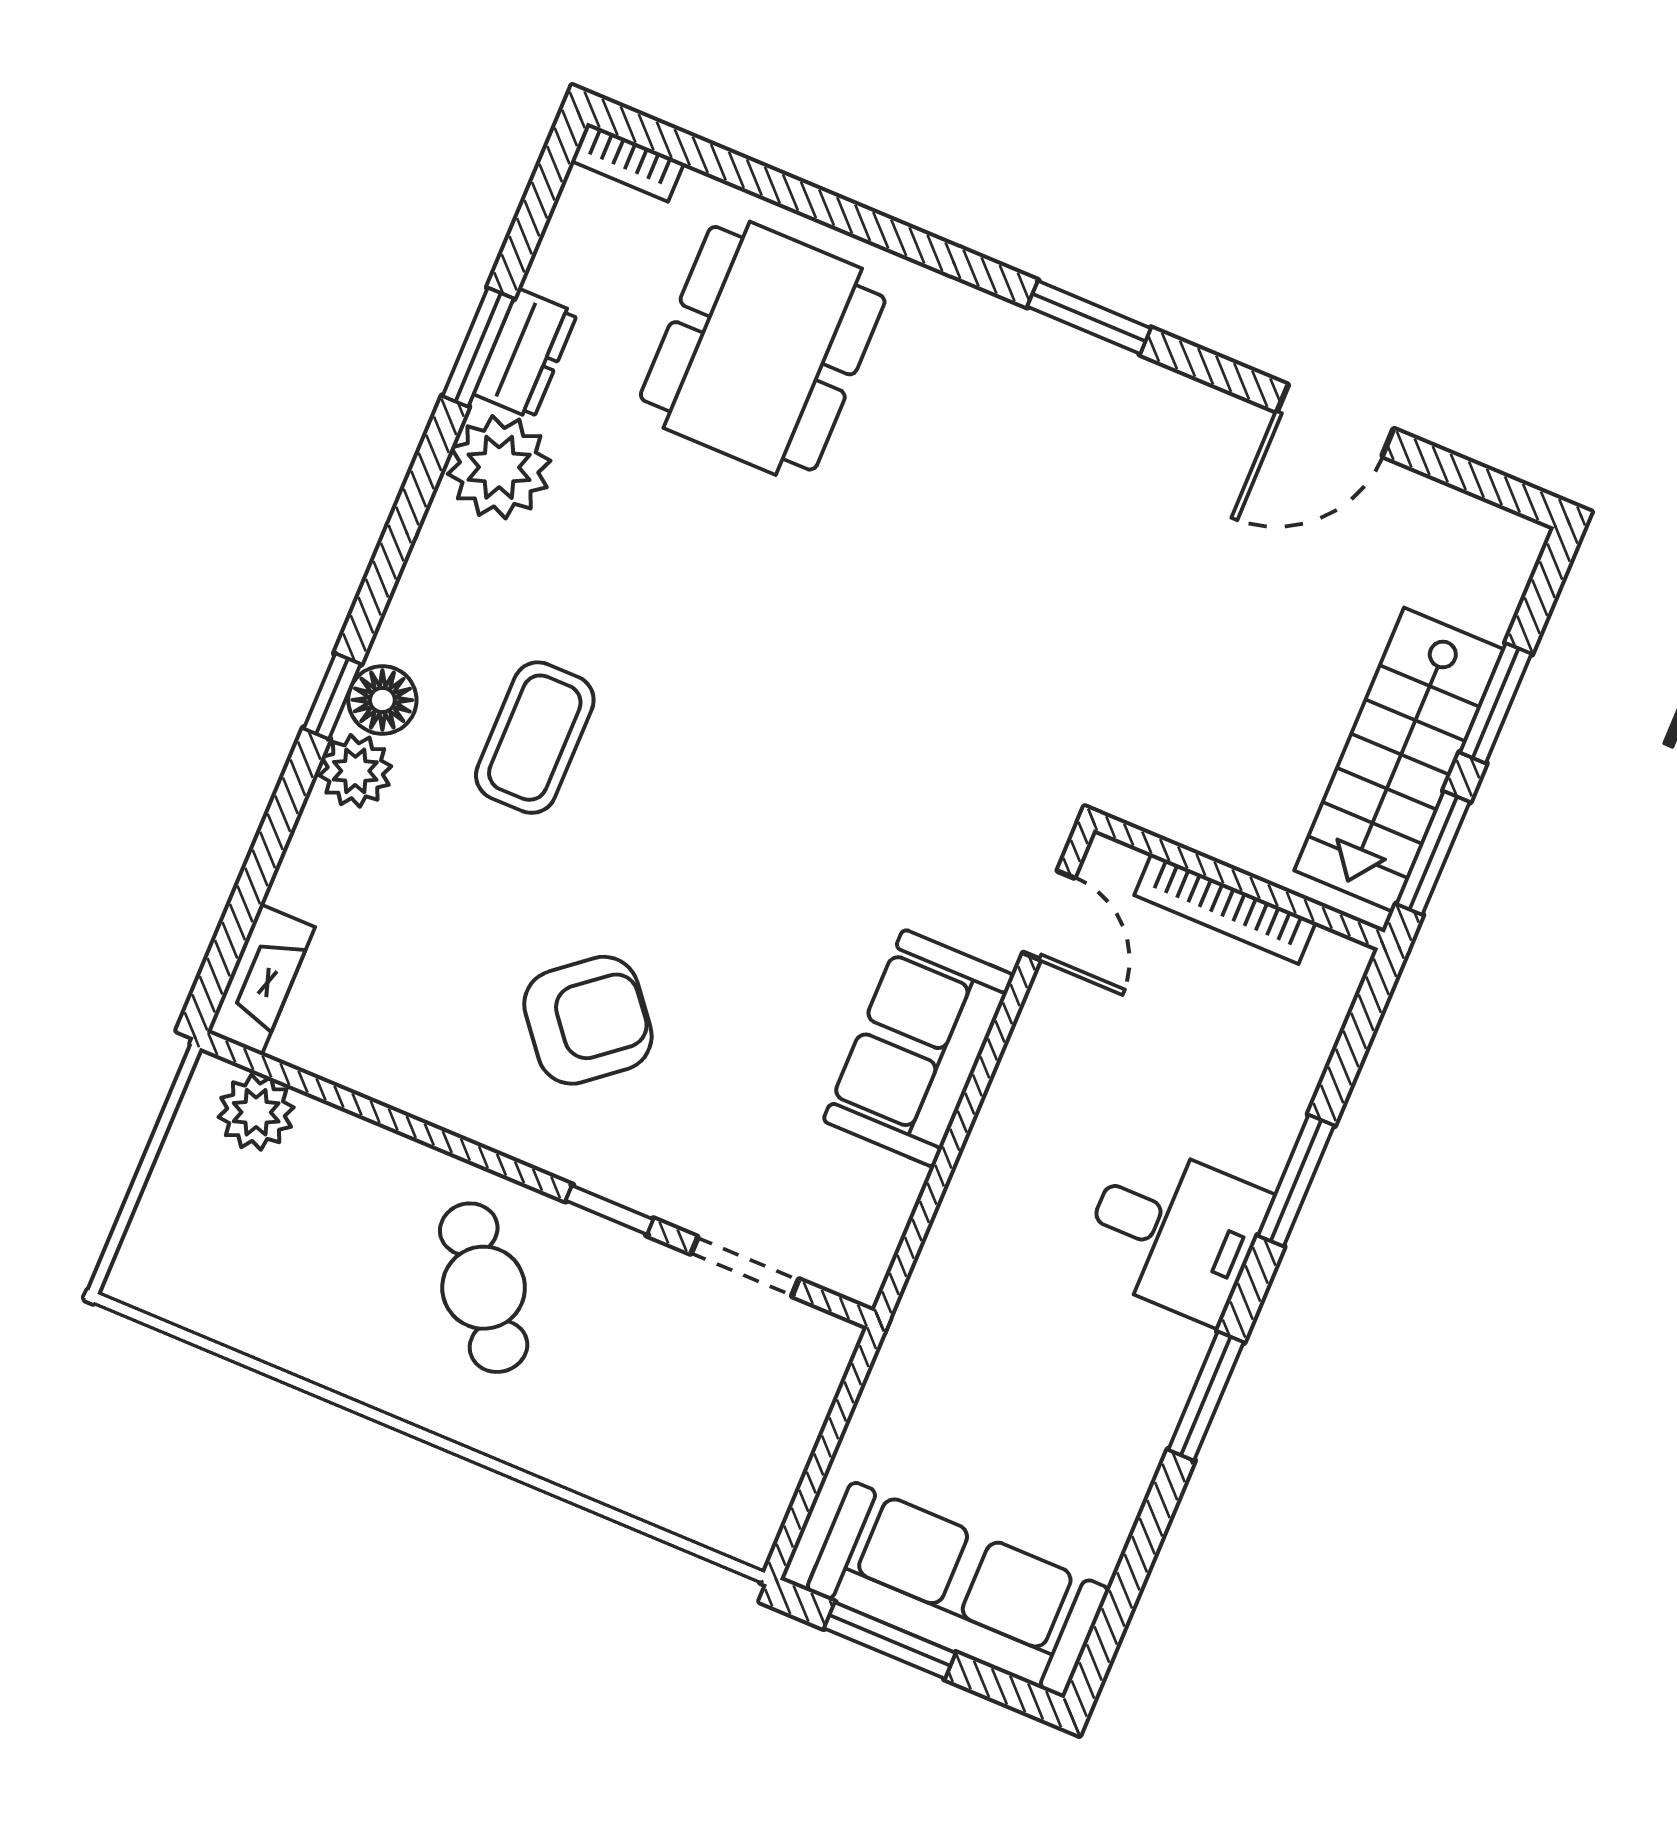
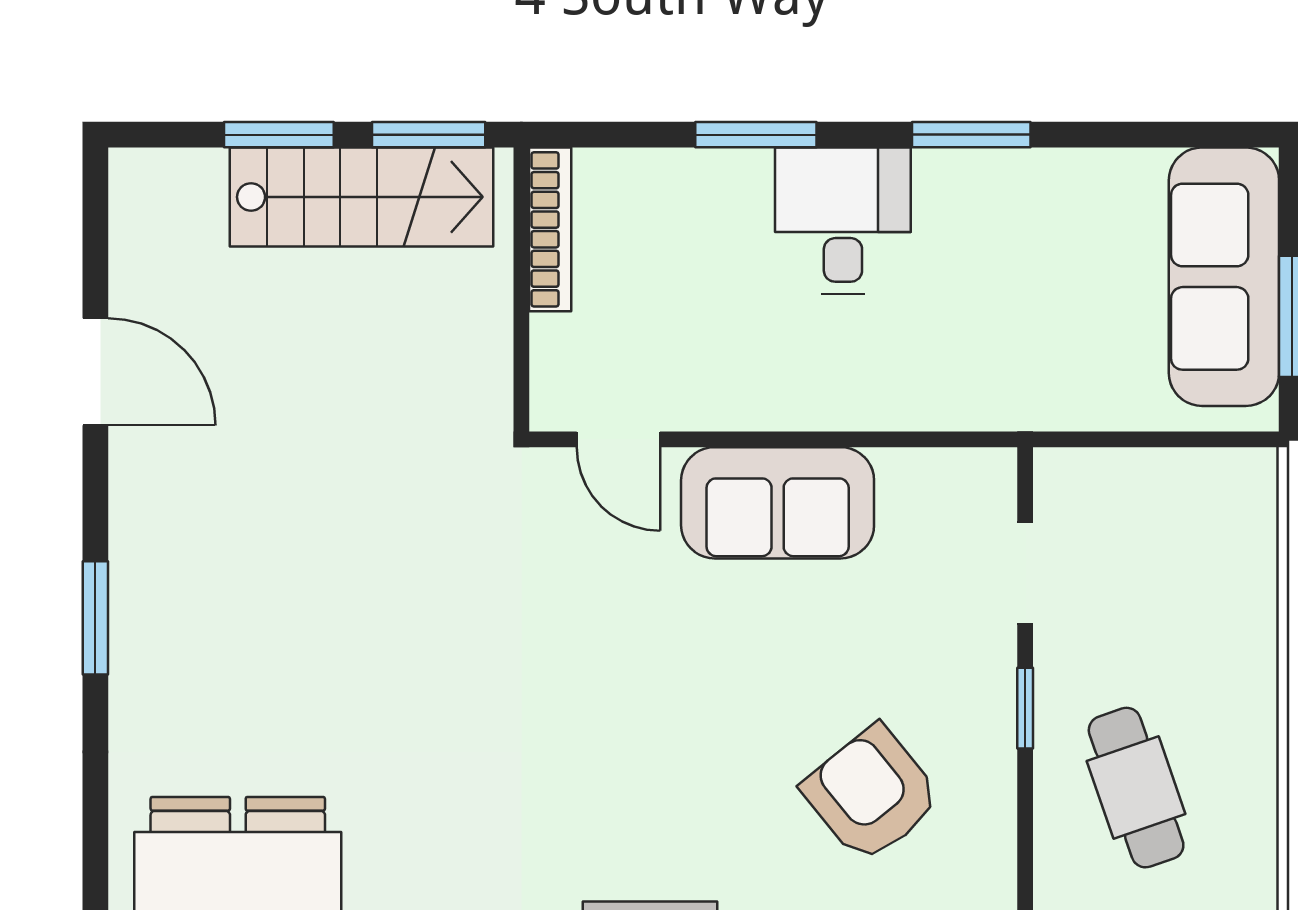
bookcase: (1225, 909) -> (550, 229), moved
door: (1049, 915) -> (618, 439), swing flipped
cafe table: (484, 1288) -> (1136, 788), turned -72

